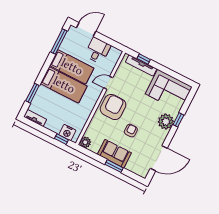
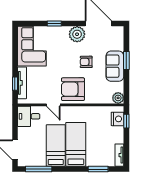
desk: (98, 50) -> (29, 116), moved
plant: (166, 122) -> (77, 34), moved

